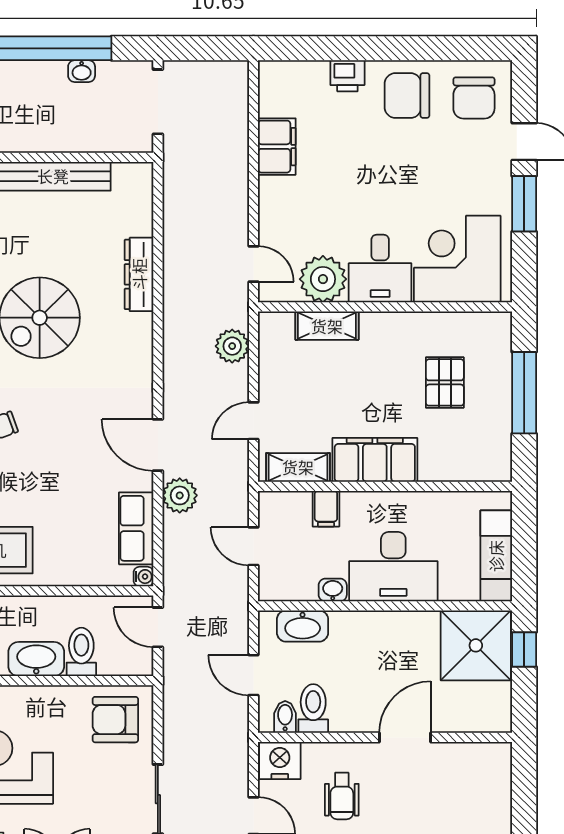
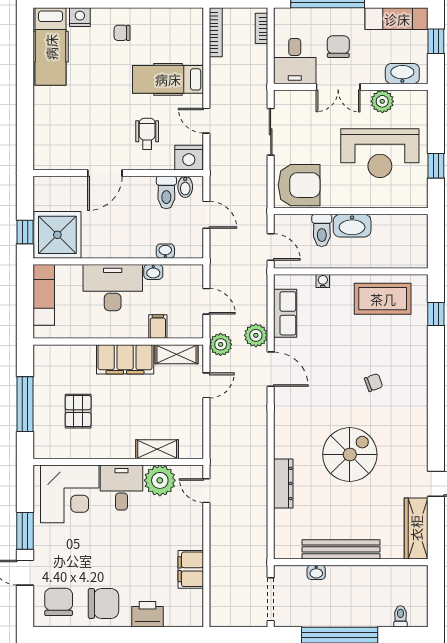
washbasin: (82, 71) -> (316, 572), moved, turned 180
printer: (347, 76) -> (148, 614), width x1.36, depth x1.24
plant: (232, 346) -> (221, 344), moved
water cooler: (143, 577) -> (323, 281), moved, turned 90
washbasin: (303, 626) -> (165, 251), width x0.52, depth x0.69
armchair: (115, 720) -> (299, 185), width x1.36, depth x1.36

